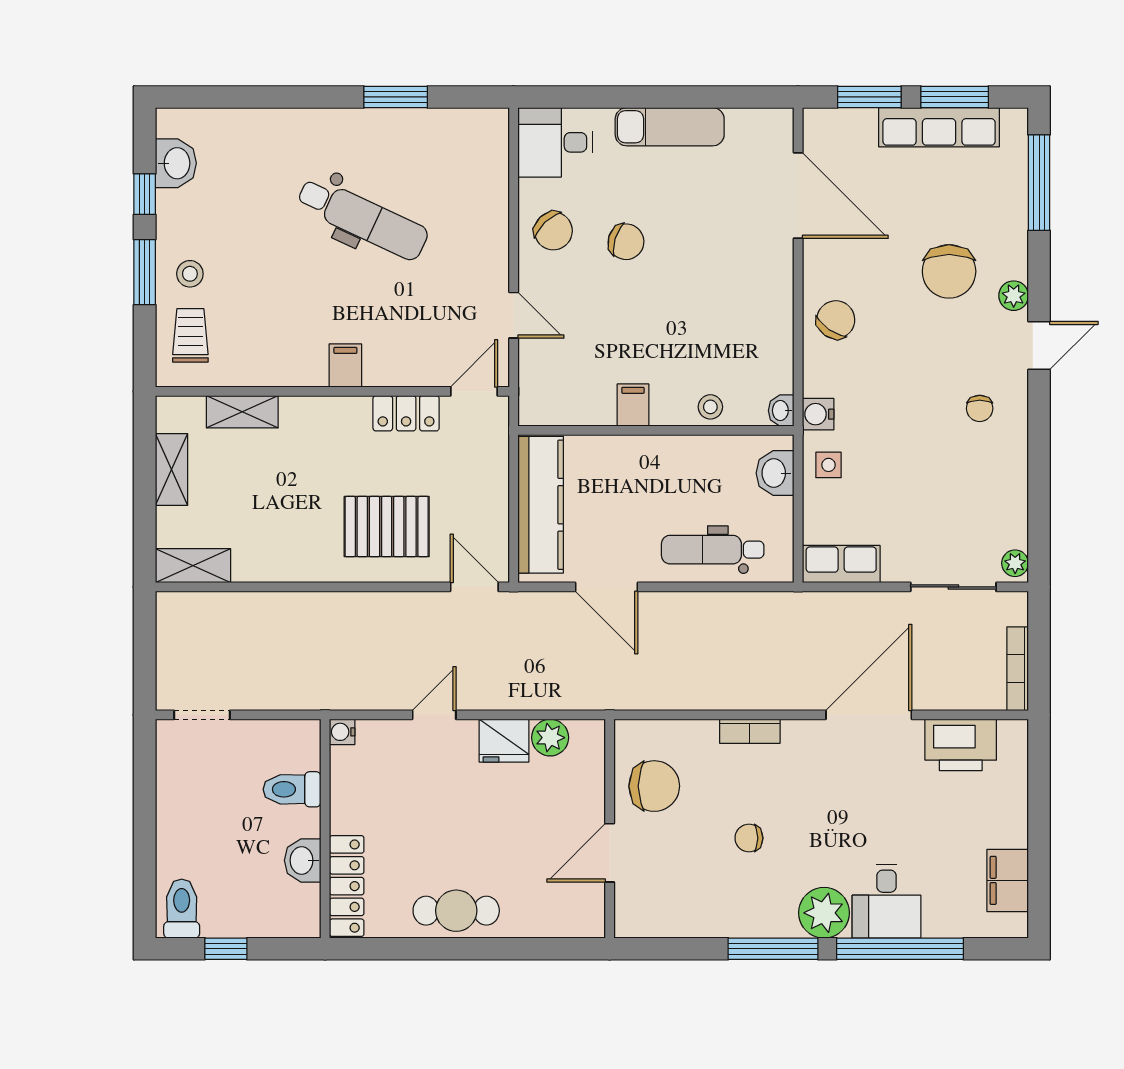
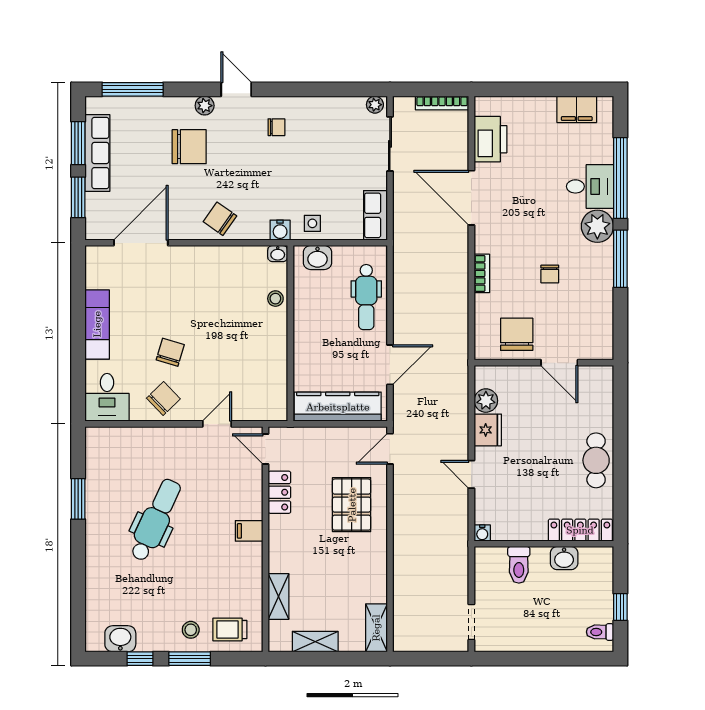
filing cabinet: (633, 405) -> (274, 348), removed
toilet: (182, 909) -> (600, 632), width x0.73, depth x0.72

